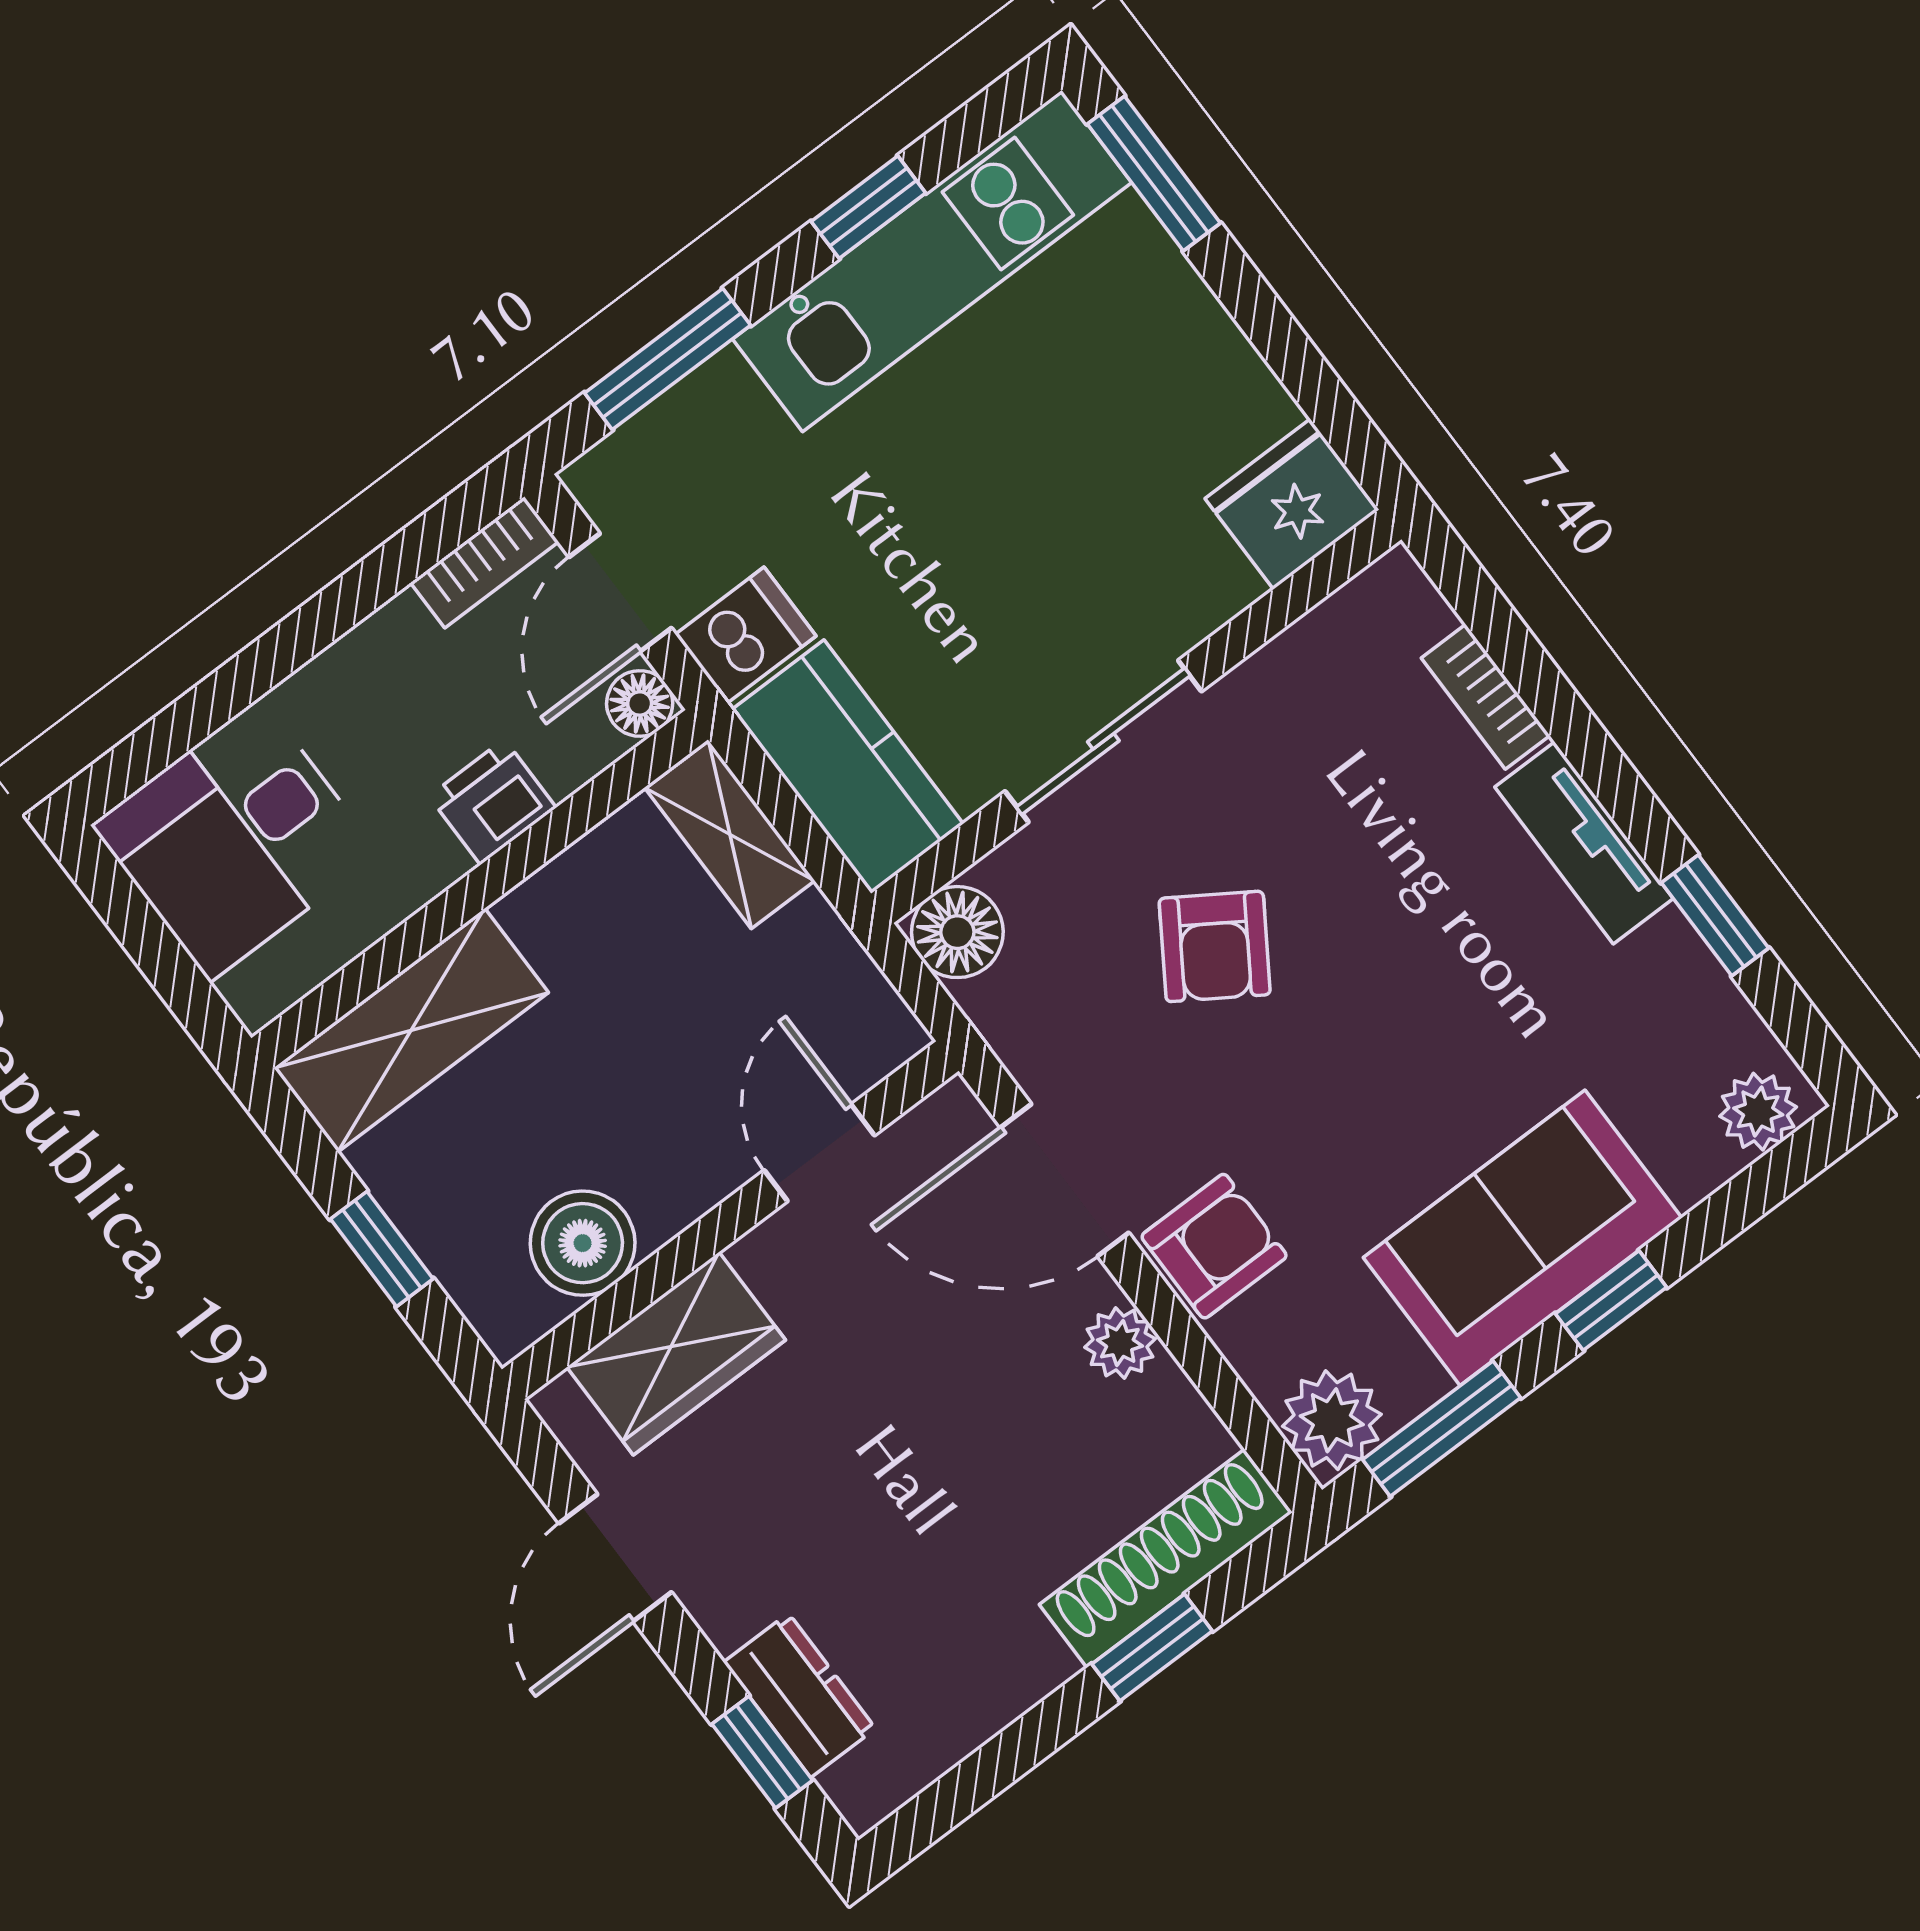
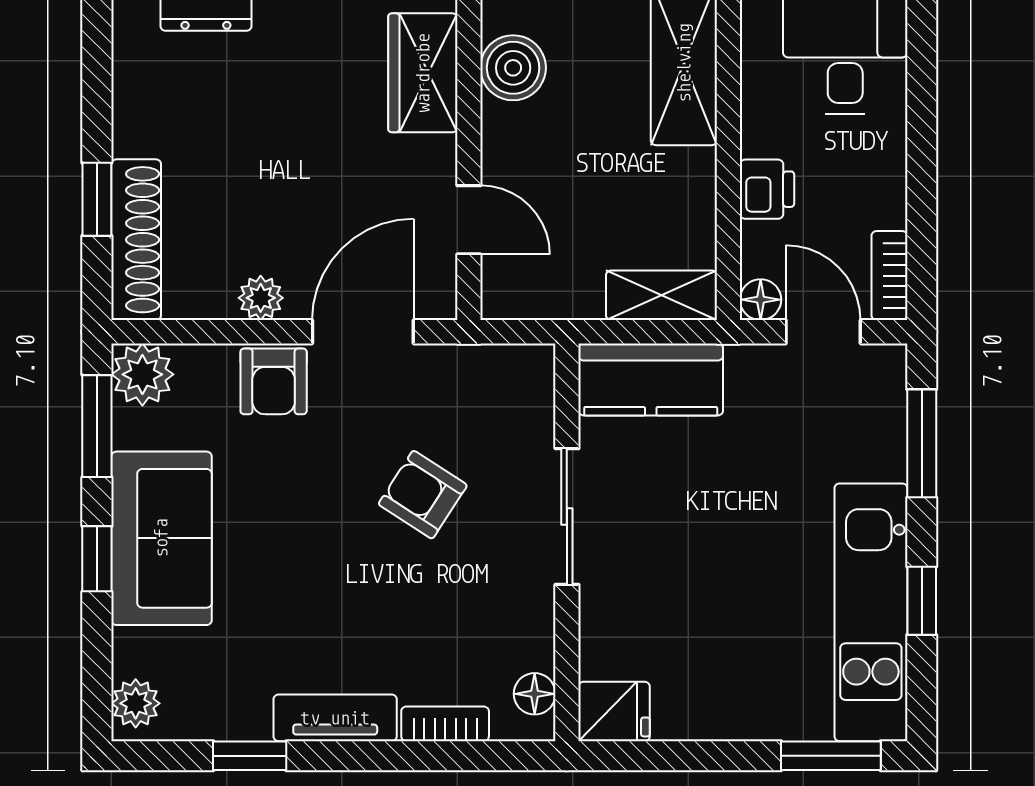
fridge: (1292, 504) -> (614, 711), width x0.72
dishwasher: (746, 635) -> (755, 378), removed
floor lamp: (957, 932) -> (535, 694), moved, width x0.73, depth x0.73

